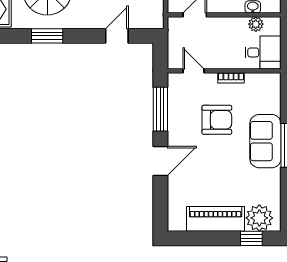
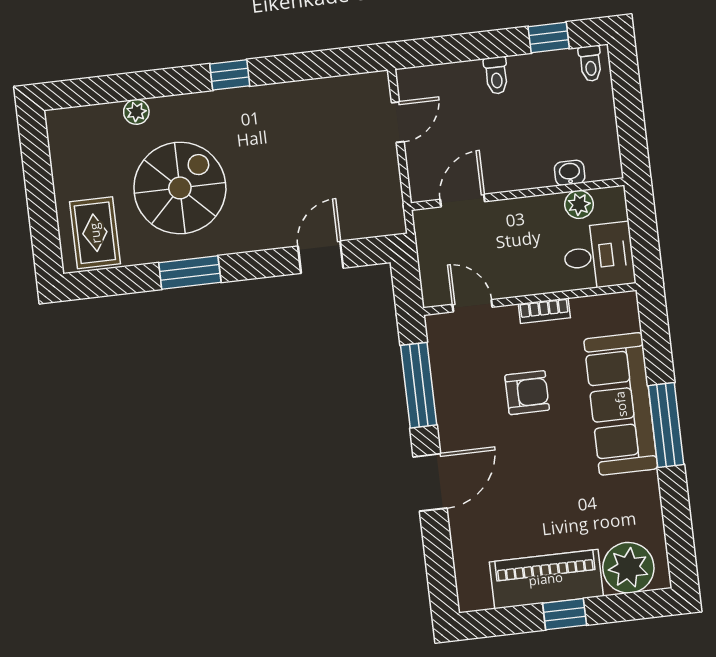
armchair: (217, 120) -> (527, 393), width x0.72, depth x0.72
sofa: (265, 141) -> (621, 404), width x1.36
window: (251, 238) -> (565, 614), moved

